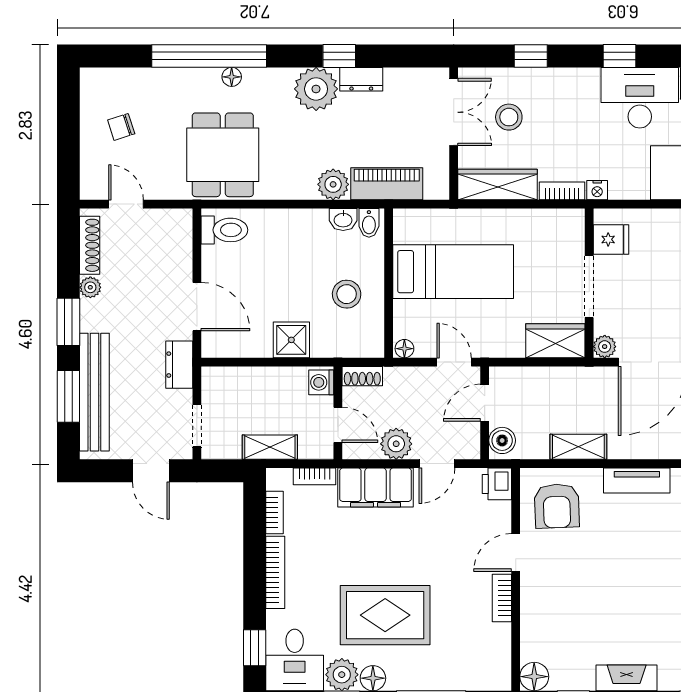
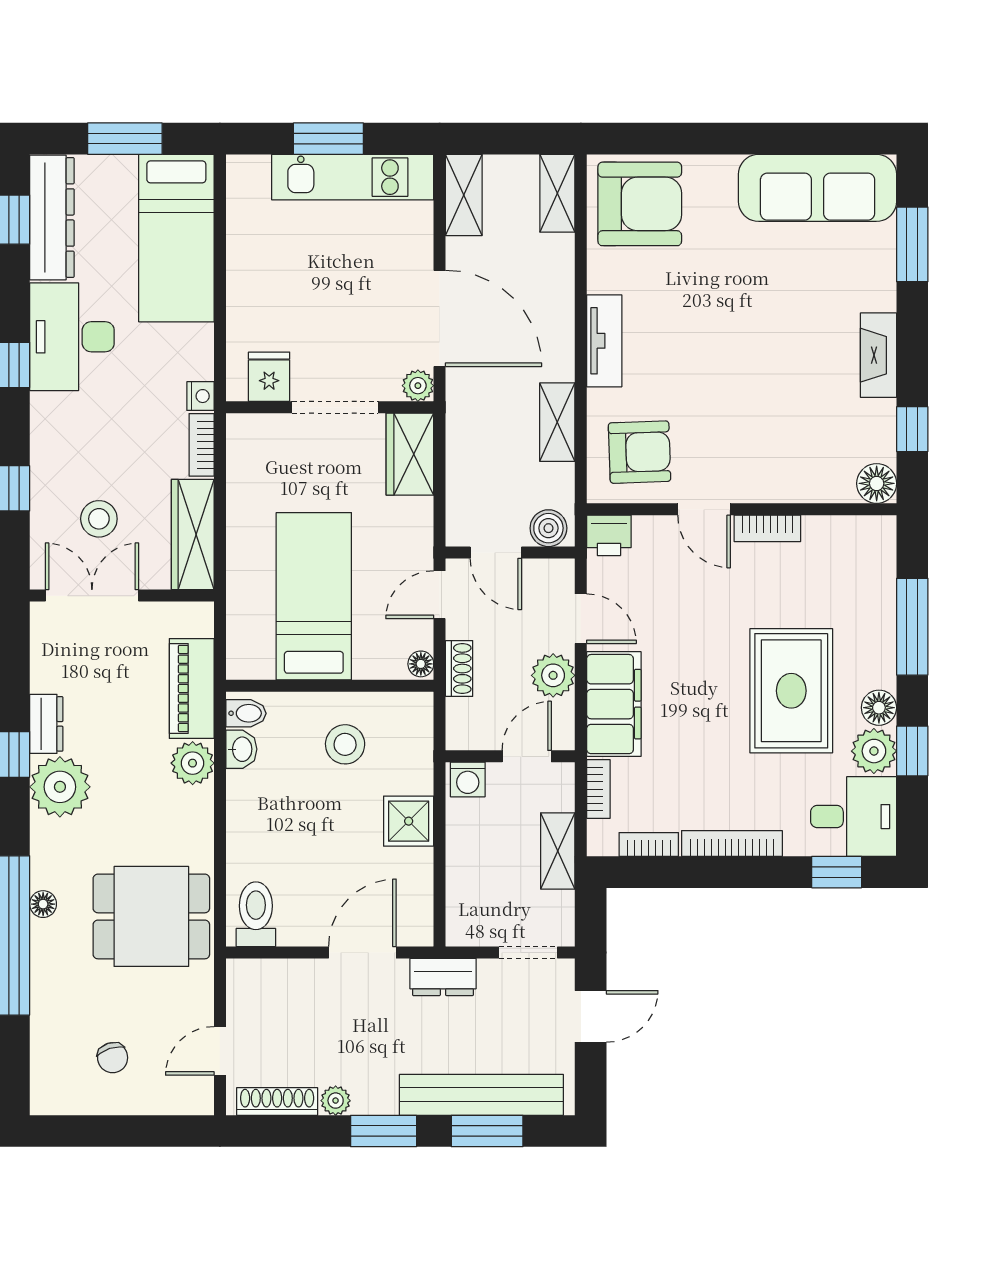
shoe rack: (362, 376) -> (459, 669), moved

